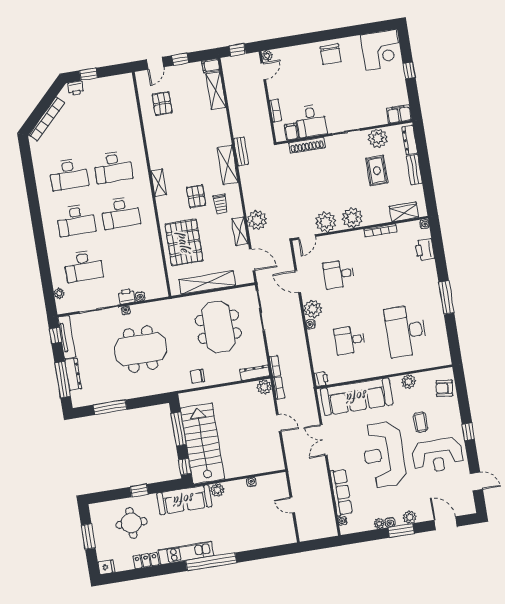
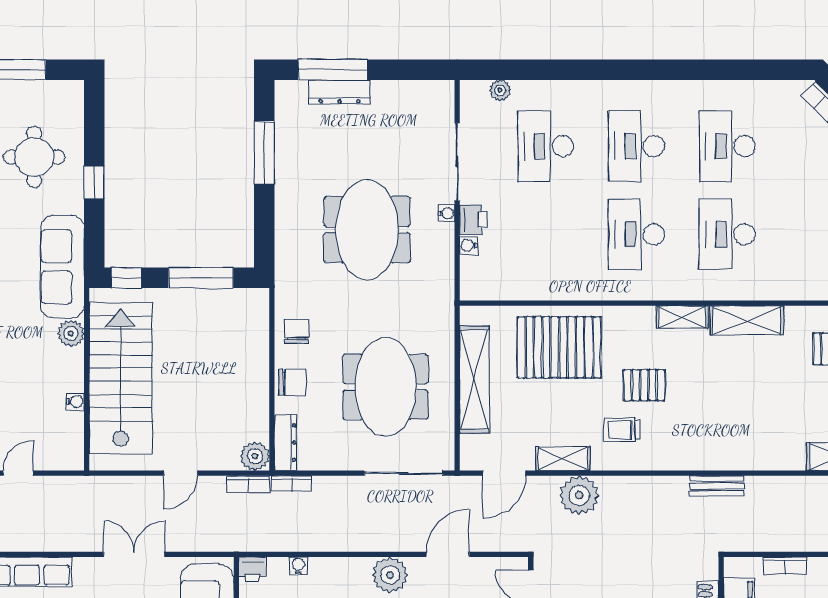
shelving: (228, 165) -> (747, 320), moved
water cooler: (311, 324) -> (298, 566), moved
meeting table: (218, 327) -> (386, 387), turned 90
window: (55, 336) -> (420, 70), removed
tv unit: (67, 337) -> (413, 91), removed
chair: (224, 374) -> (292, 382), added
stairs: (202, 443) -> (121, 378), moved, turned -90

